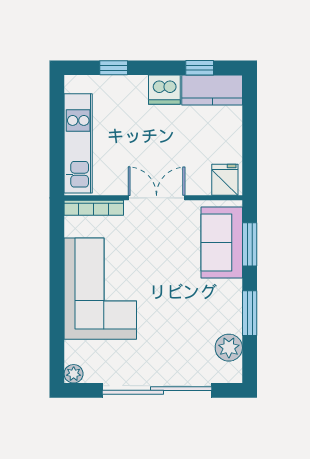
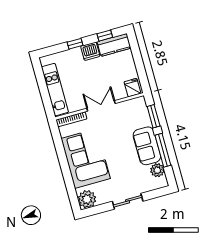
window: (114, 68) -> (75, 44), moved
sofa: (222, 243) -> (147, 146), moved
window: (250, 313) -> (163, 150), width x1.44
plant: (74, 374) -> (87, 199), width x1.88, depth x1.88
sliding door: (157, 390) -> (128, 201), width x0.54

